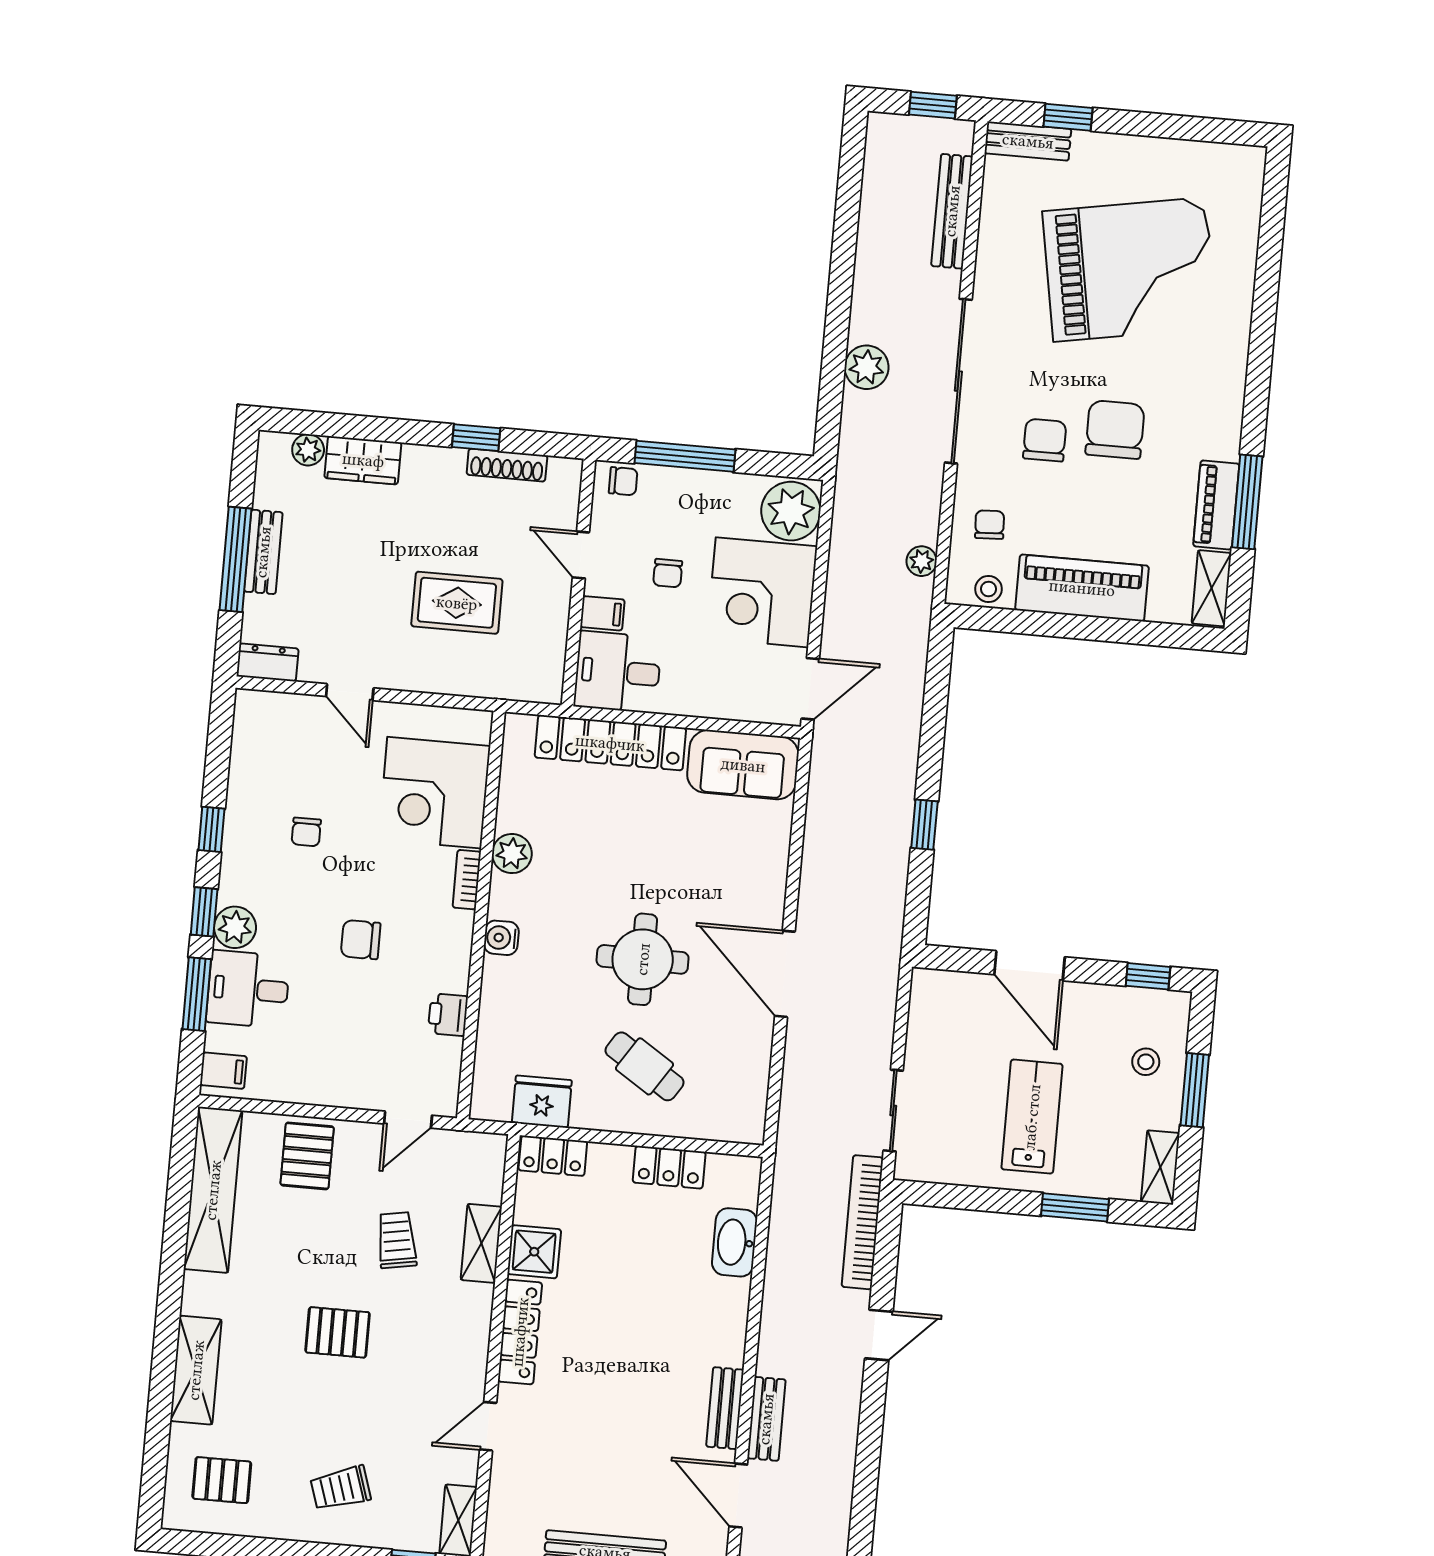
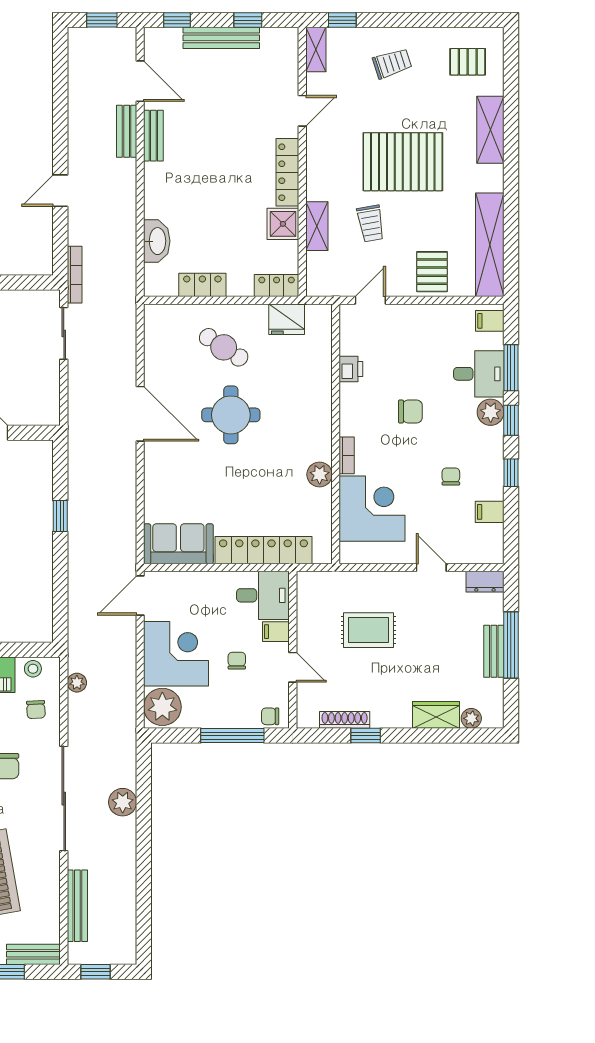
filing cabinet: (251, 771) -> (490, 512), added
water cooler: (501, 938) -> (321, 421), removed
bookcase: (863, 1222) -> (75, 275), width x0.68, depth x0.76
pallet: (338, 1332) -> (403, 162), width x2.05, depth x2.00

